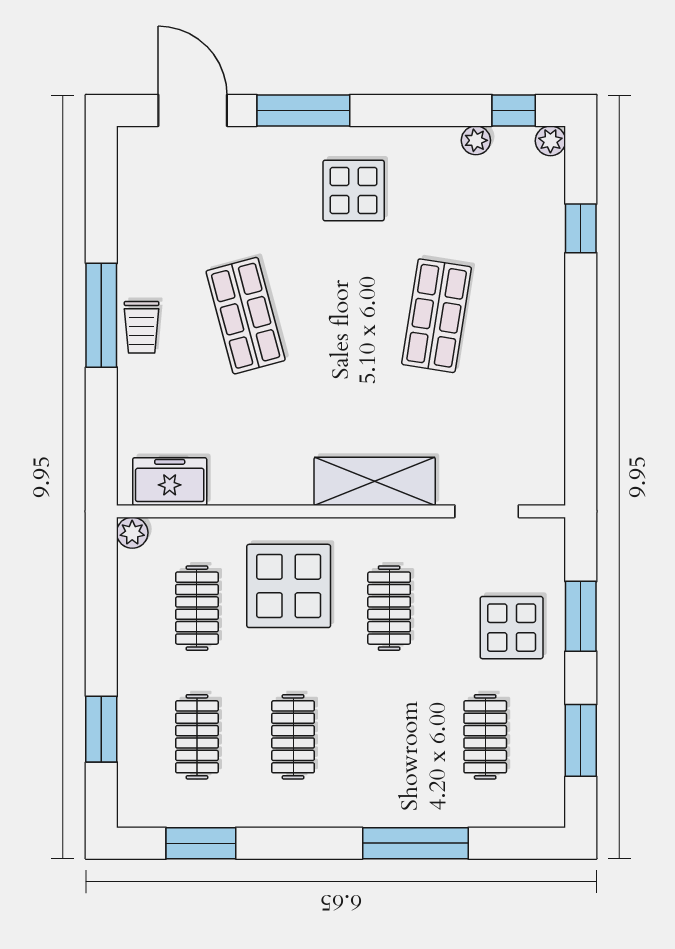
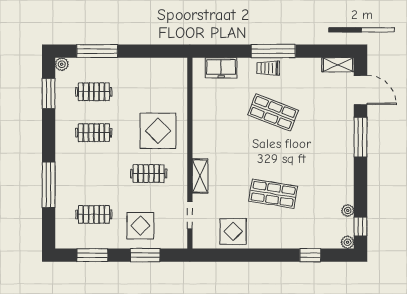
door: (193, 110) -> (360, 90), hinge flipped
shelving: (133, 163) -> (338, 65), added
display table: (354, 190) -> (233, 231), moved
shop shelf: (246, 316) -> (273, 112), turned 36
shelving: (375, 481) -> (200, 176), width x0.67, depth x0.75
freezer: (170, 482) -> (221, 68), moved, turned 90
plant: (132, 533) -> (62, 64), moved
clothes rail: (197, 608) -> (149, 92), removed
window: (101, 729) -> (97, 51), width x1.44

